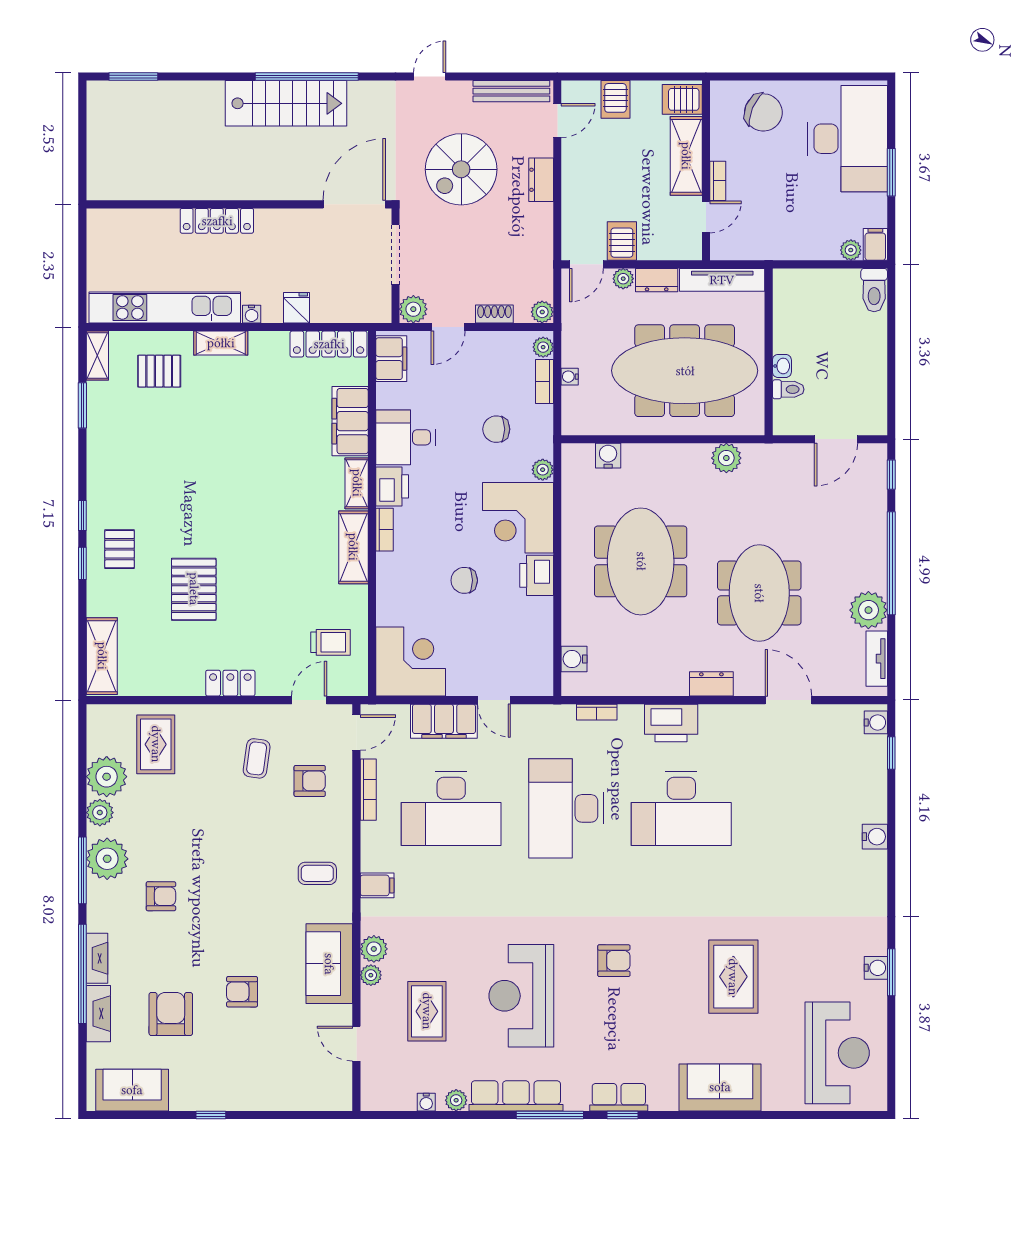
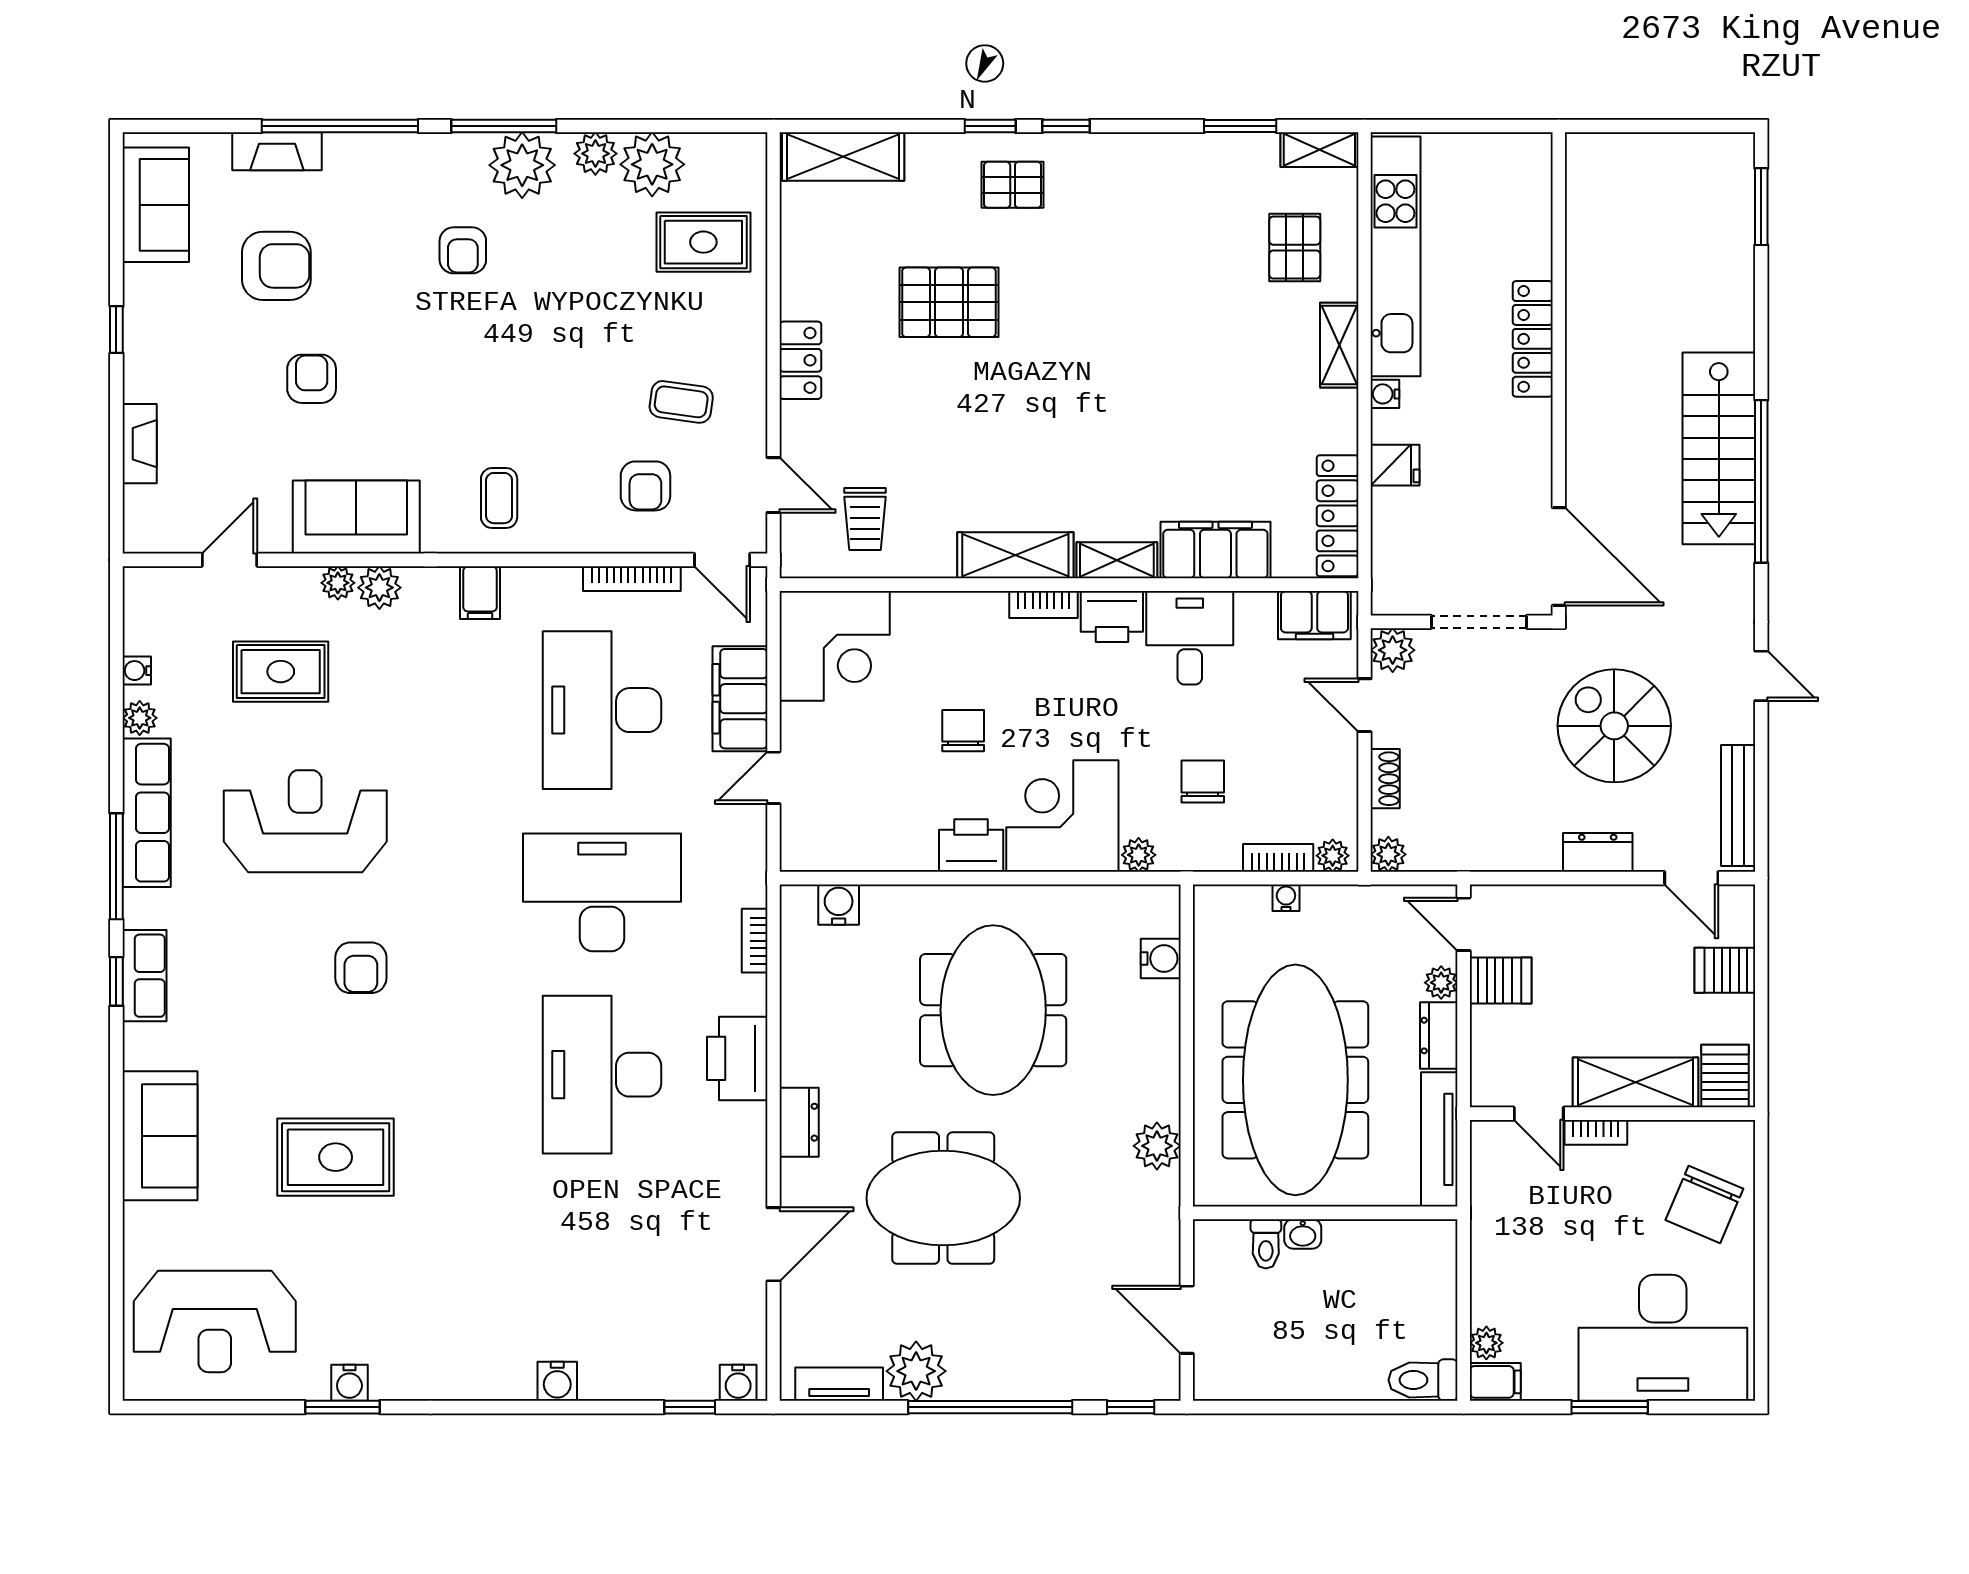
meeting table: (641, 561) -> (993, 1010), turned 90
fireplace: (97, 958) -> (140, 444), moved, turned -90

